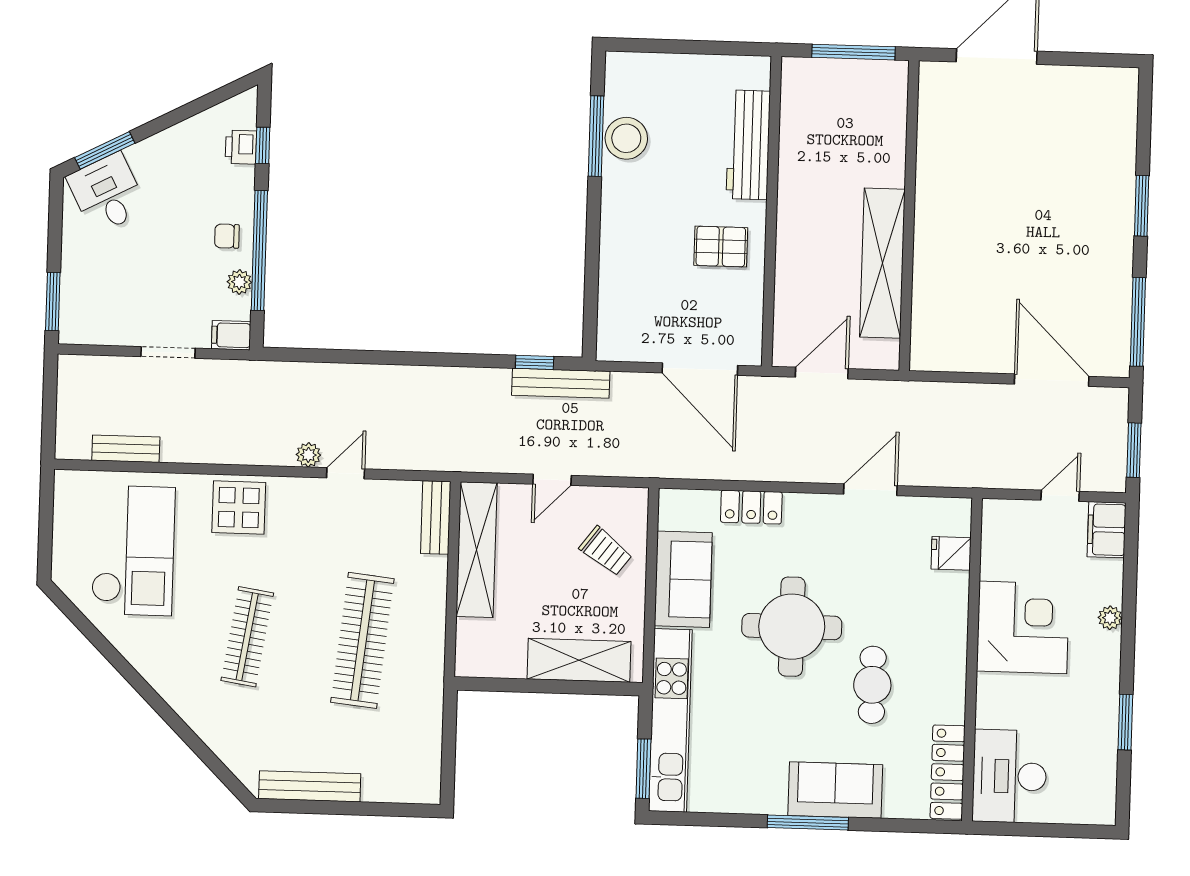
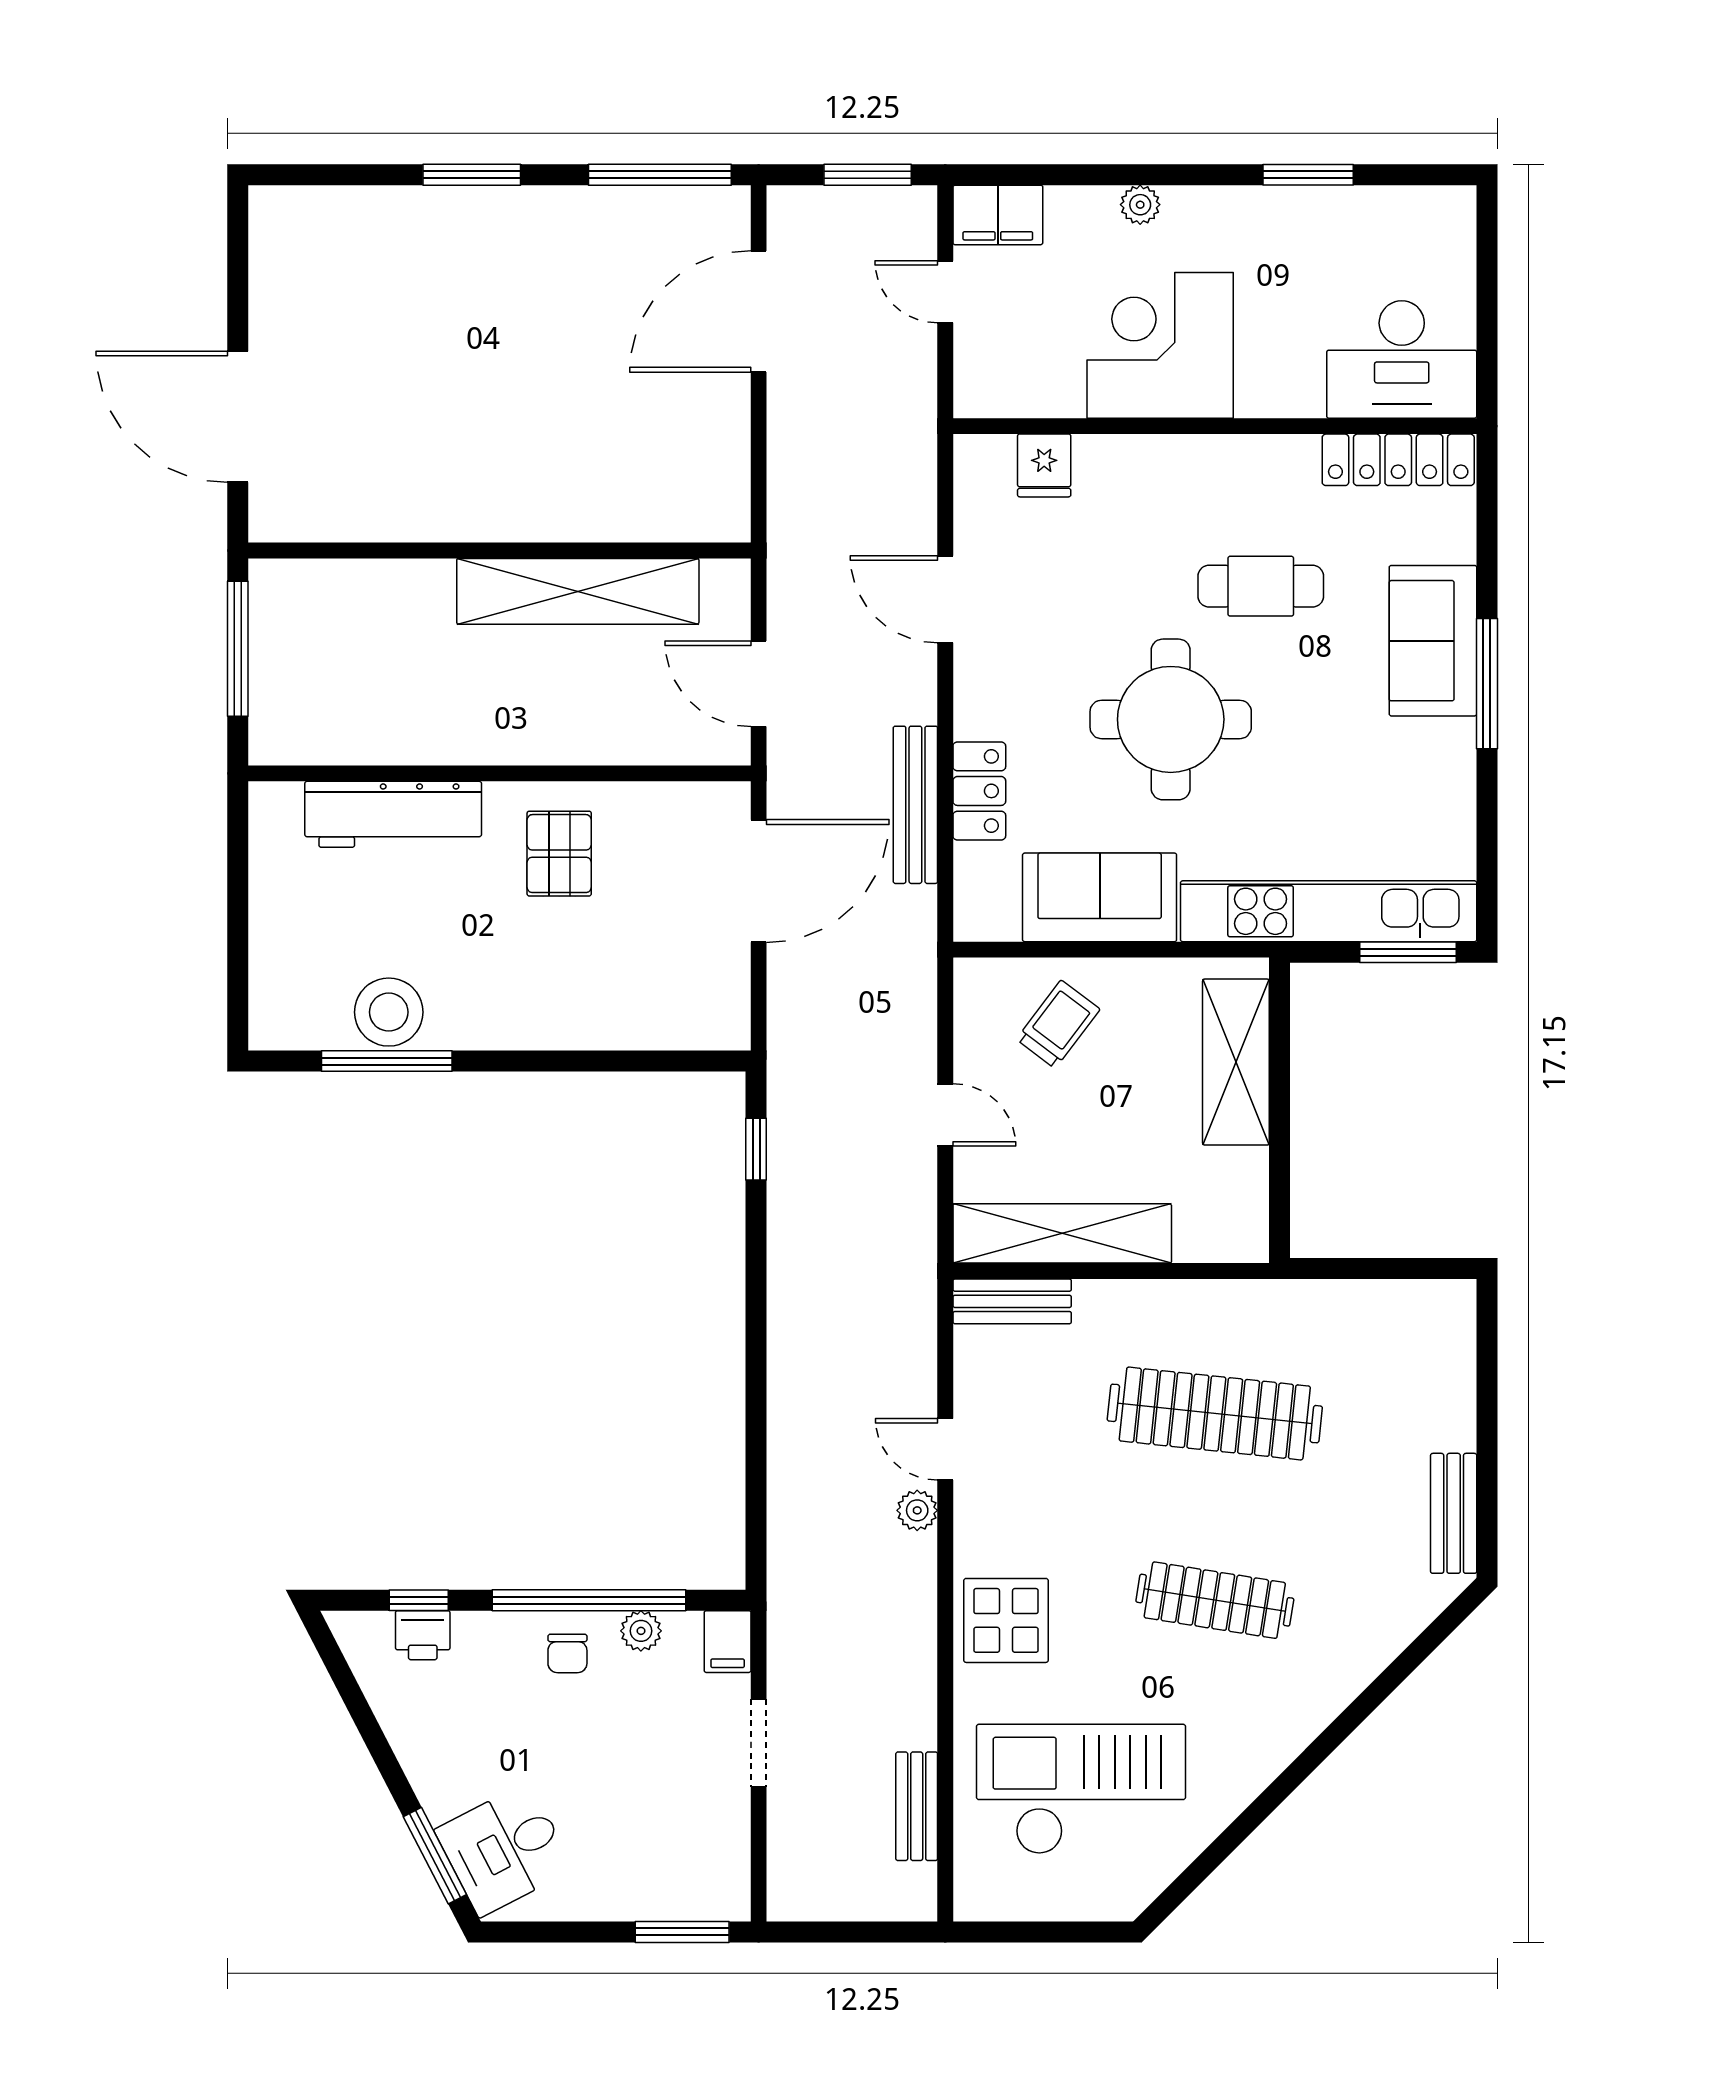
bench: (561, 383) -> (915, 805), moved
bench: (310, 786) -> (1454, 1513), width x0.73

